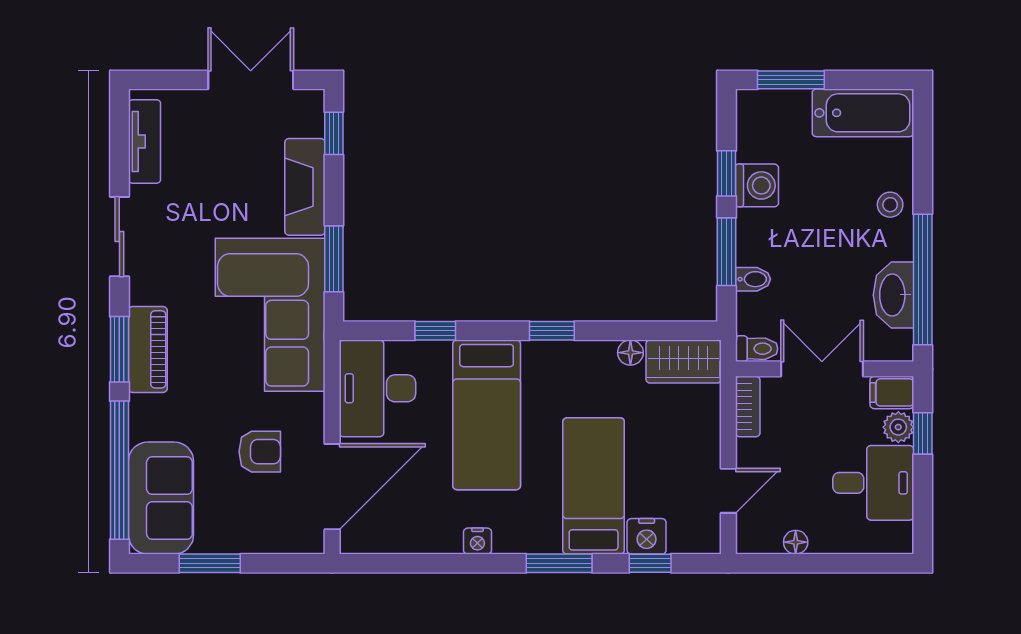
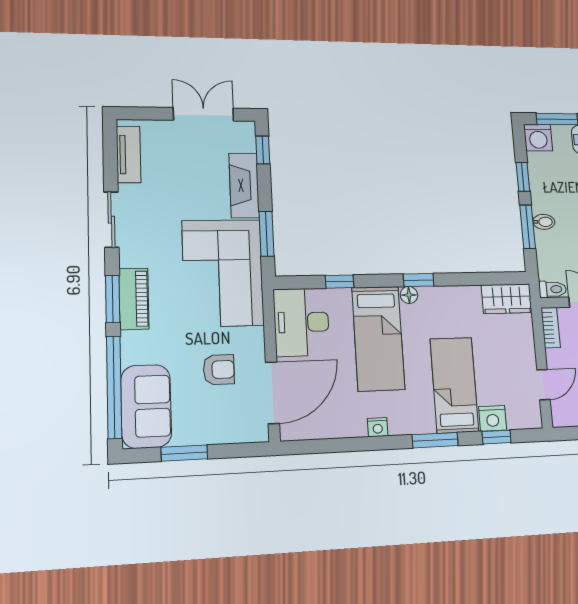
washing machine: (757, 185) -> (538, 138), moved, turned 90
bidet: (753, 279) -> (544, 222), moved
floor lamp: (630, 353) -> (409, 295), moved

